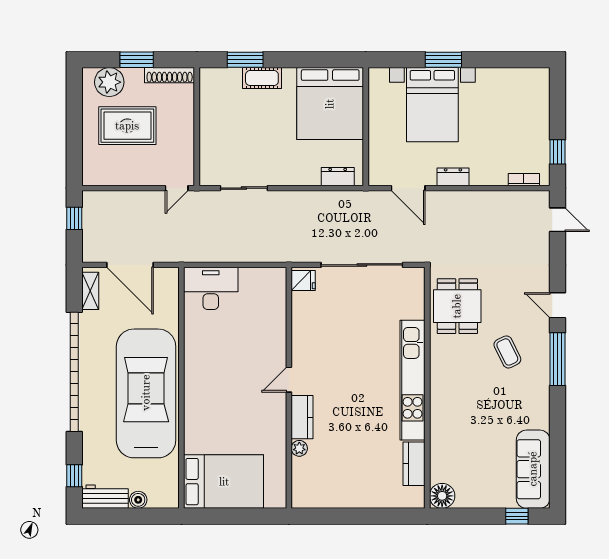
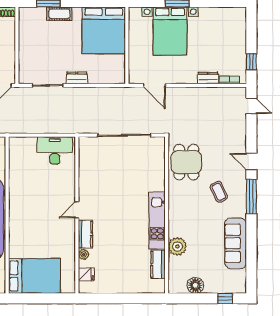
dresser: (338, 177) -> (77, 78), moved
dresser: (453, 177) -> (208, 78), moved
fridge: (303, 281) -> (86, 274), moved
desk: (211, 288) -> (55, 151), moved
kitchen unit: (413, 380) -> (157, 221), width x0.73
plant: (444, 436) -> (177, 247), added
sofa: (533, 469) -> (236, 243), moved
floor lamp: (442, 496) -> (195, 285), moved

